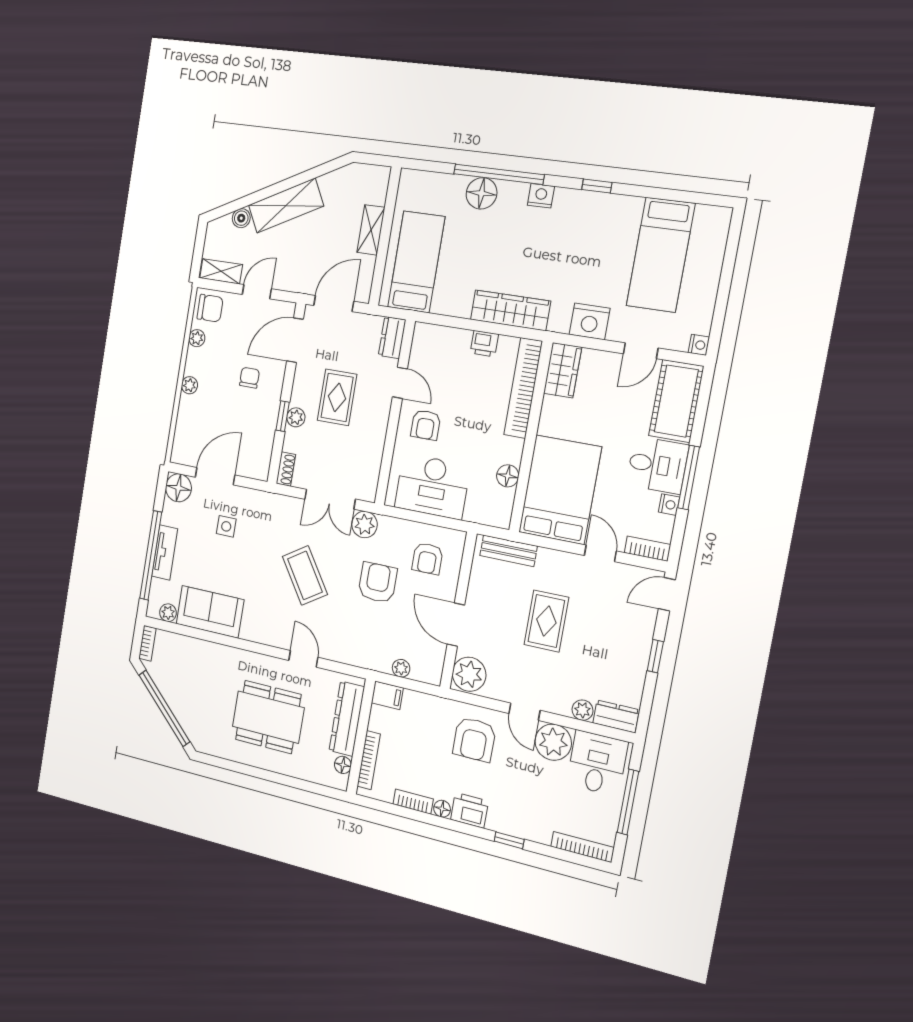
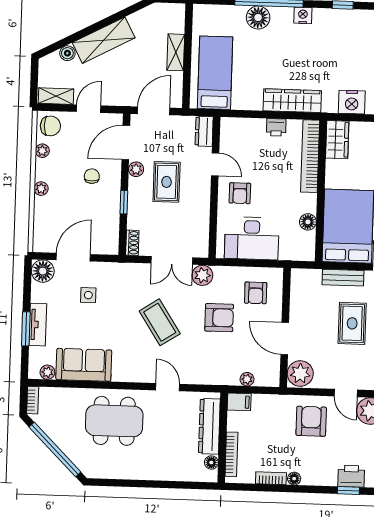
plant: (296, 417) -> (136, 169), moved
bench: (509, 551) -> (343, 278), moved
window: (151, 555) -> (26, 329), width x0.47
armchair: (378, 583) -> (219, 318), turned 90
dining table: (268, 717) -> (114, 421), moved
armchair: (474, 739) -> (311, 421), turned 180
printer: (469, 810) -> (351, 476), moved

